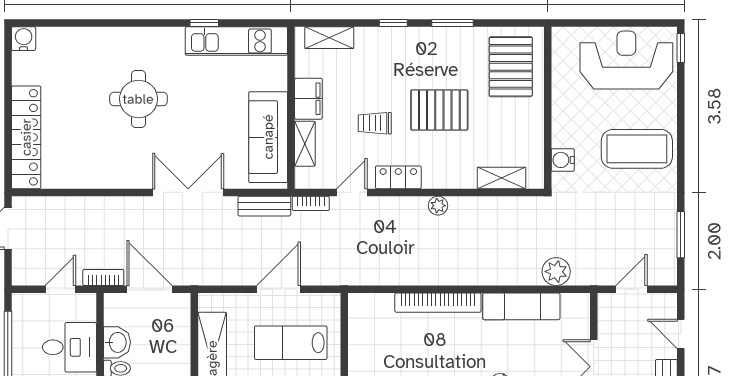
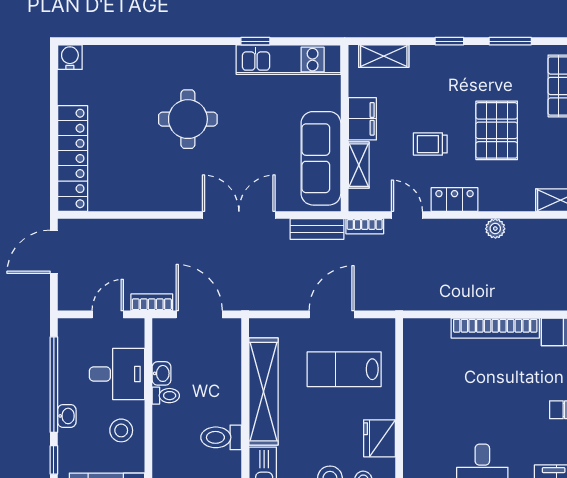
pallet: (439, 110) -> (497, 130), turned 90
door: (352, 192) -> (407, 215), hinge flipped
washbasin: (117, 342) -> (161, 373), width x0.72, depth x0.69

